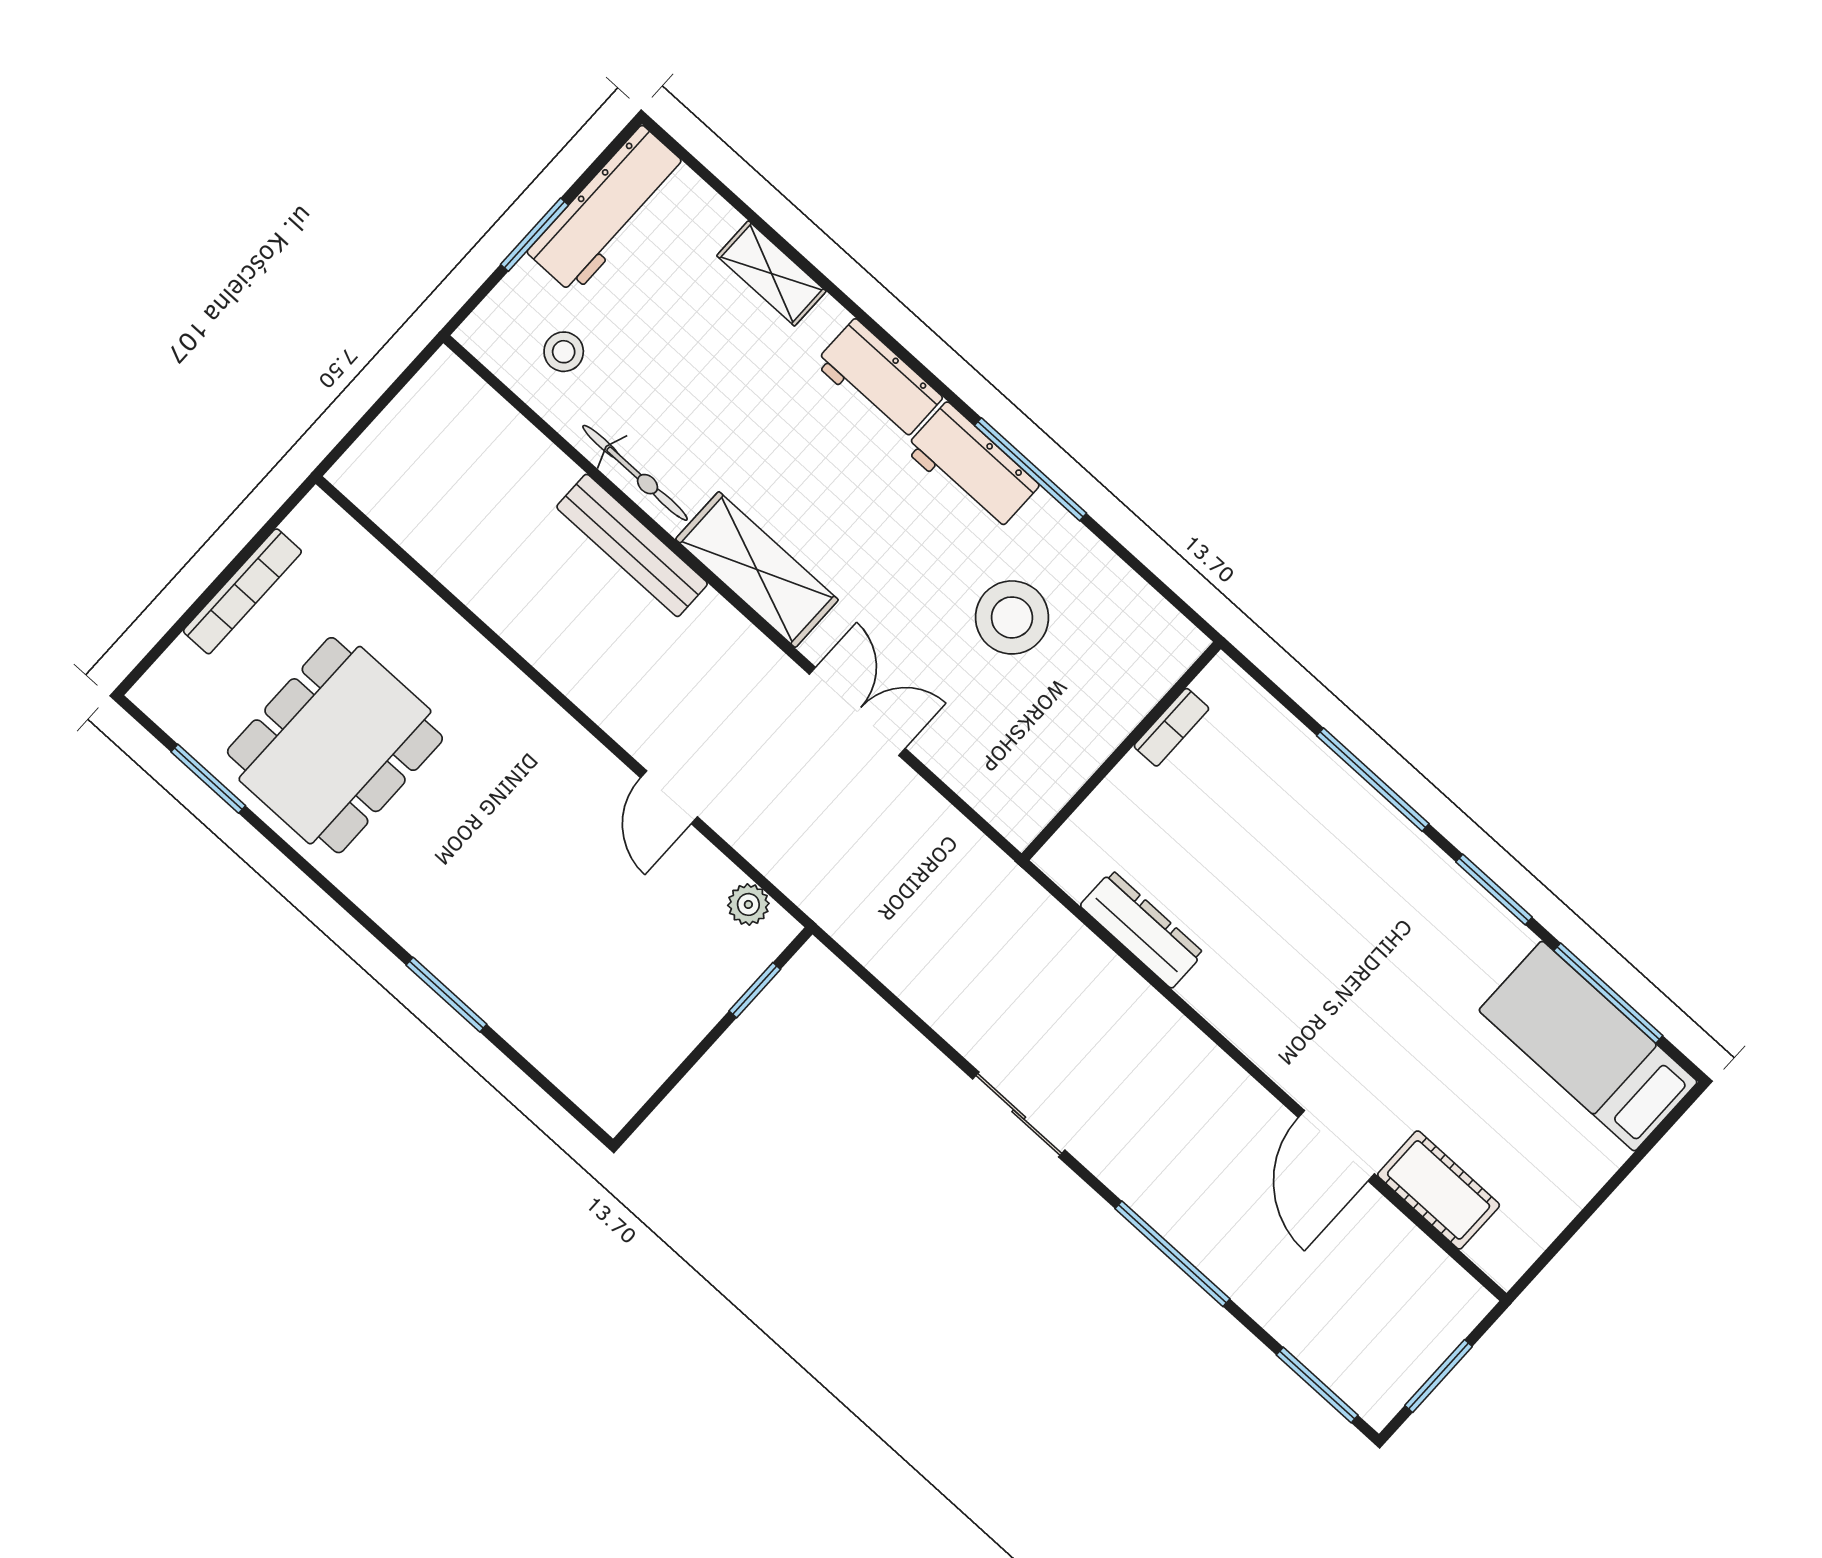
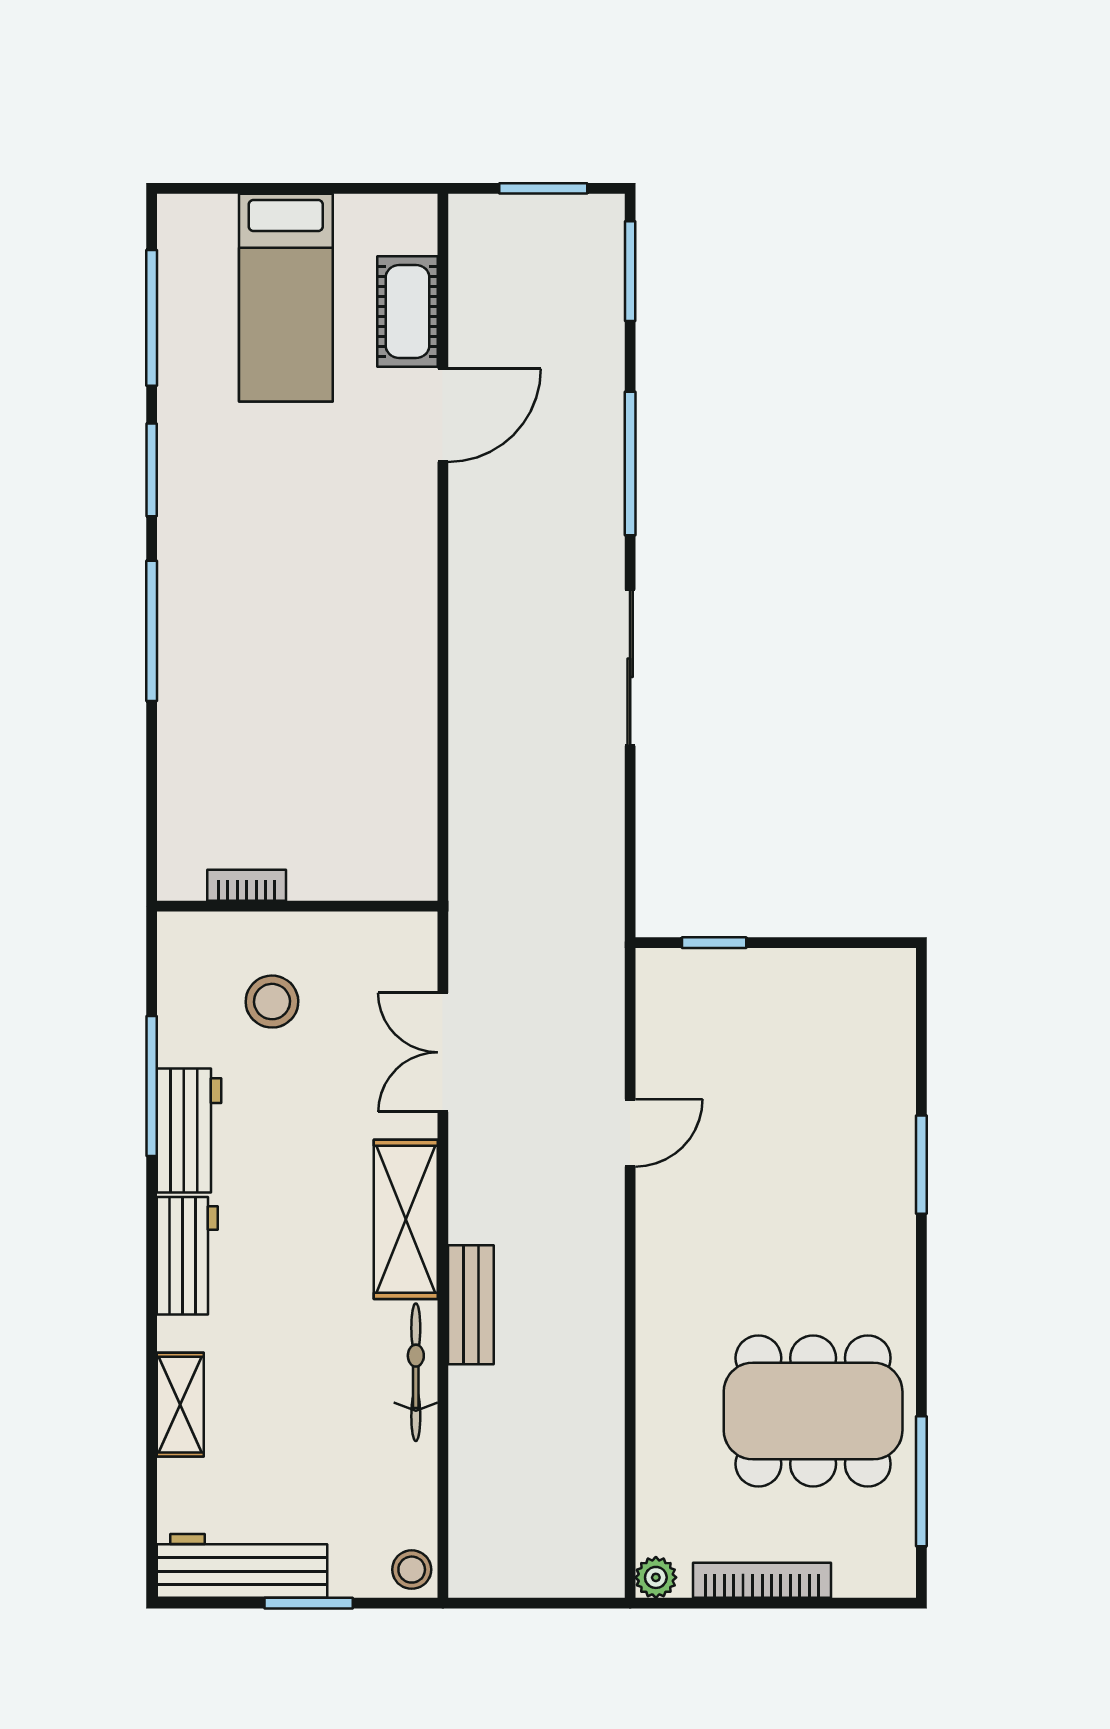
stool: (564, 352) -> (412, 1570), moved
bench: (632, 545) -> (471, 1305), width x0.73
stool: (1012, 617) -> (272, 1002), width x0.73, depth x0.73
bookcase: (1171, 727) -> (247, 885), moved
wall: (1121, 751) -> (297, 906), moved
window: (208, 779) -> (921, 1481), width x1.44
plant: (748, 904) -> (656, 1577), moved
dresser: (1142, 929) -> (414, 700), removed
bed: (1588, 1046) -> (286, 298), moved
sliding door: (1019, 1114) -> (630, 668), width x1.37

